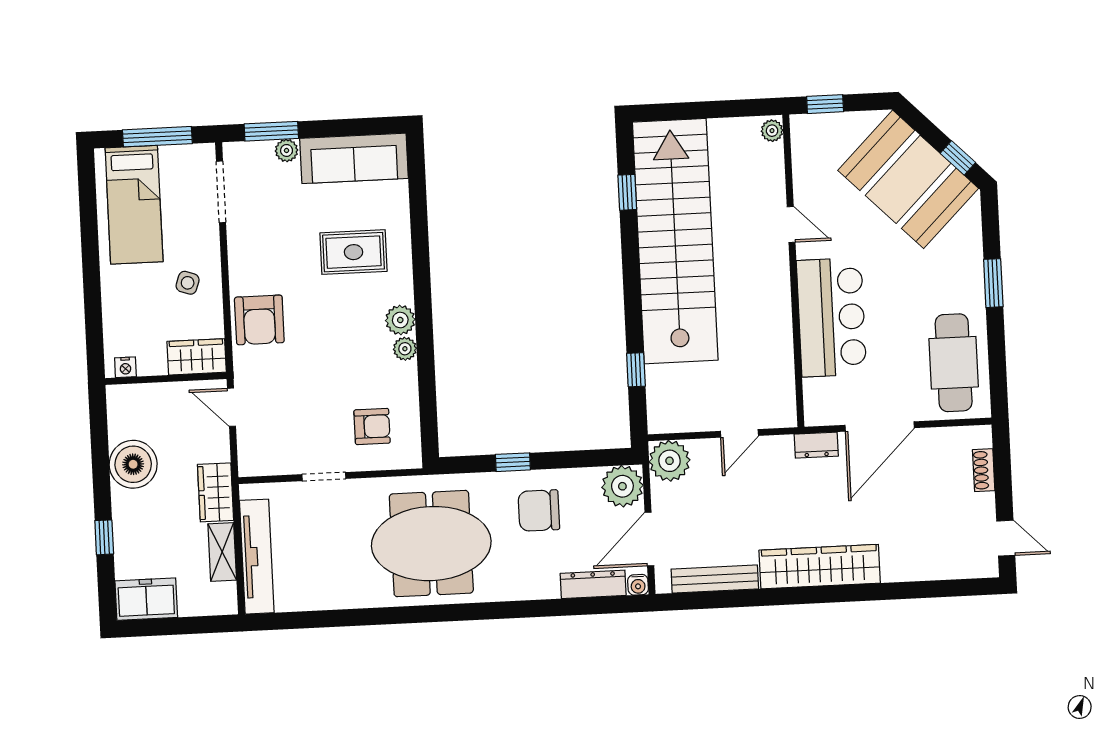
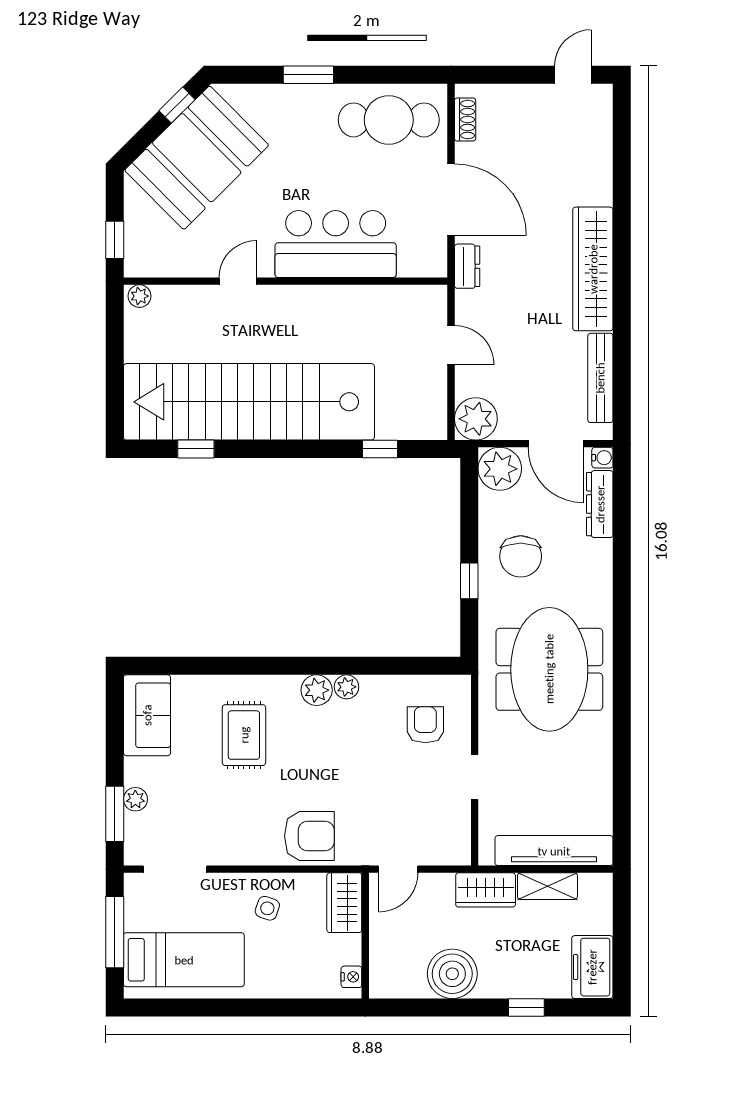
sofa: (354, 158) -> (147, 715), width x0.73
shoe rack: (984, 470) -> (465, 119), moved, turned -90

